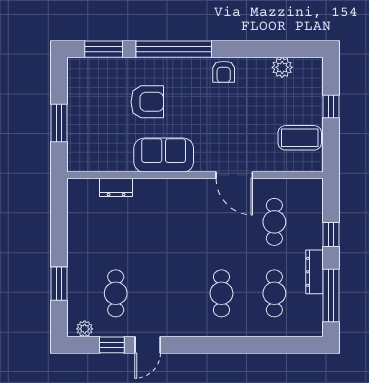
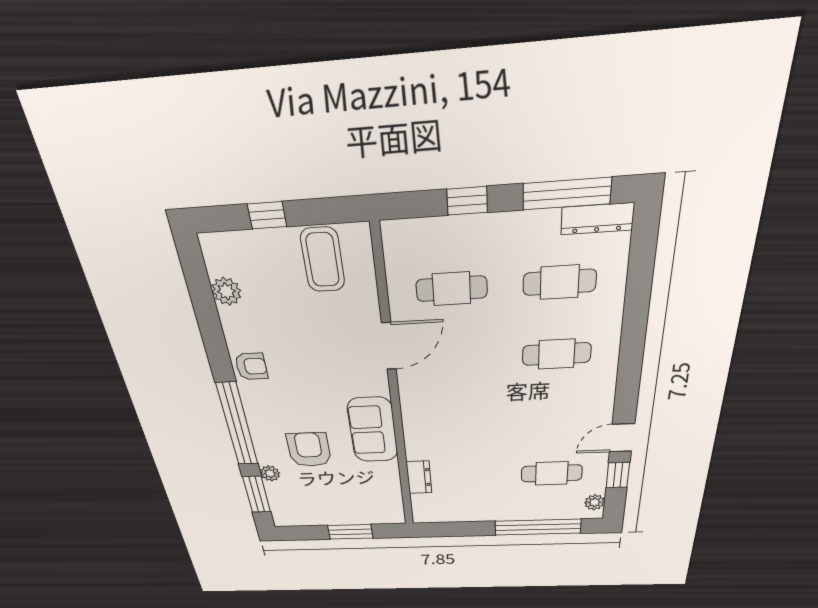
plant: (125, 65) -> (270, 473), added
dresser: (314, 272) -> (597, 219), moved
window: (59, 284) -> (538, 527), width x2.11
door: (148, 345) -> (622, 438), swing flipped

